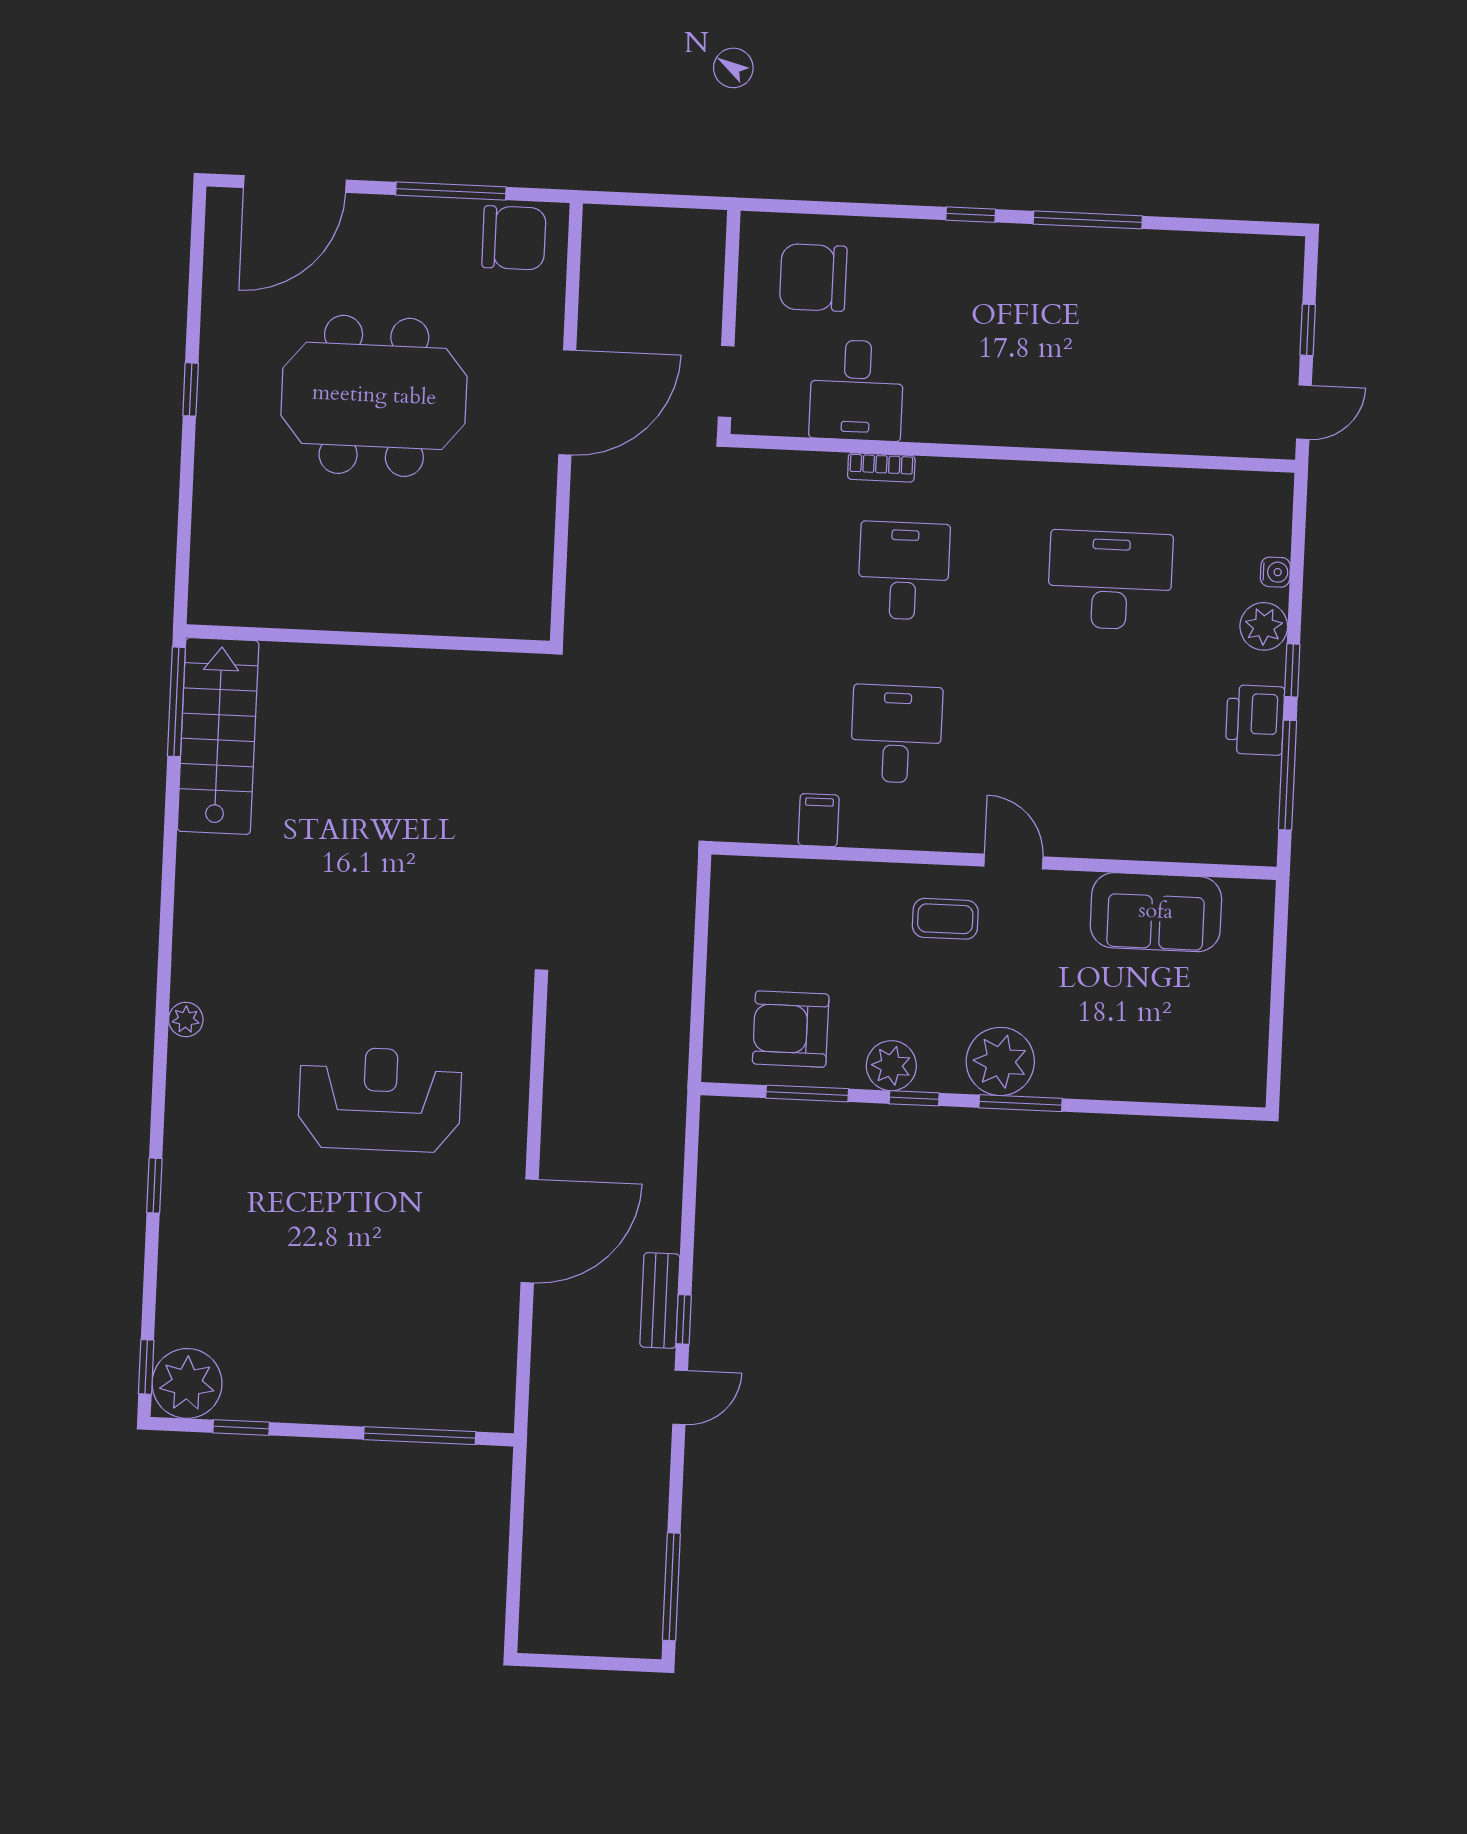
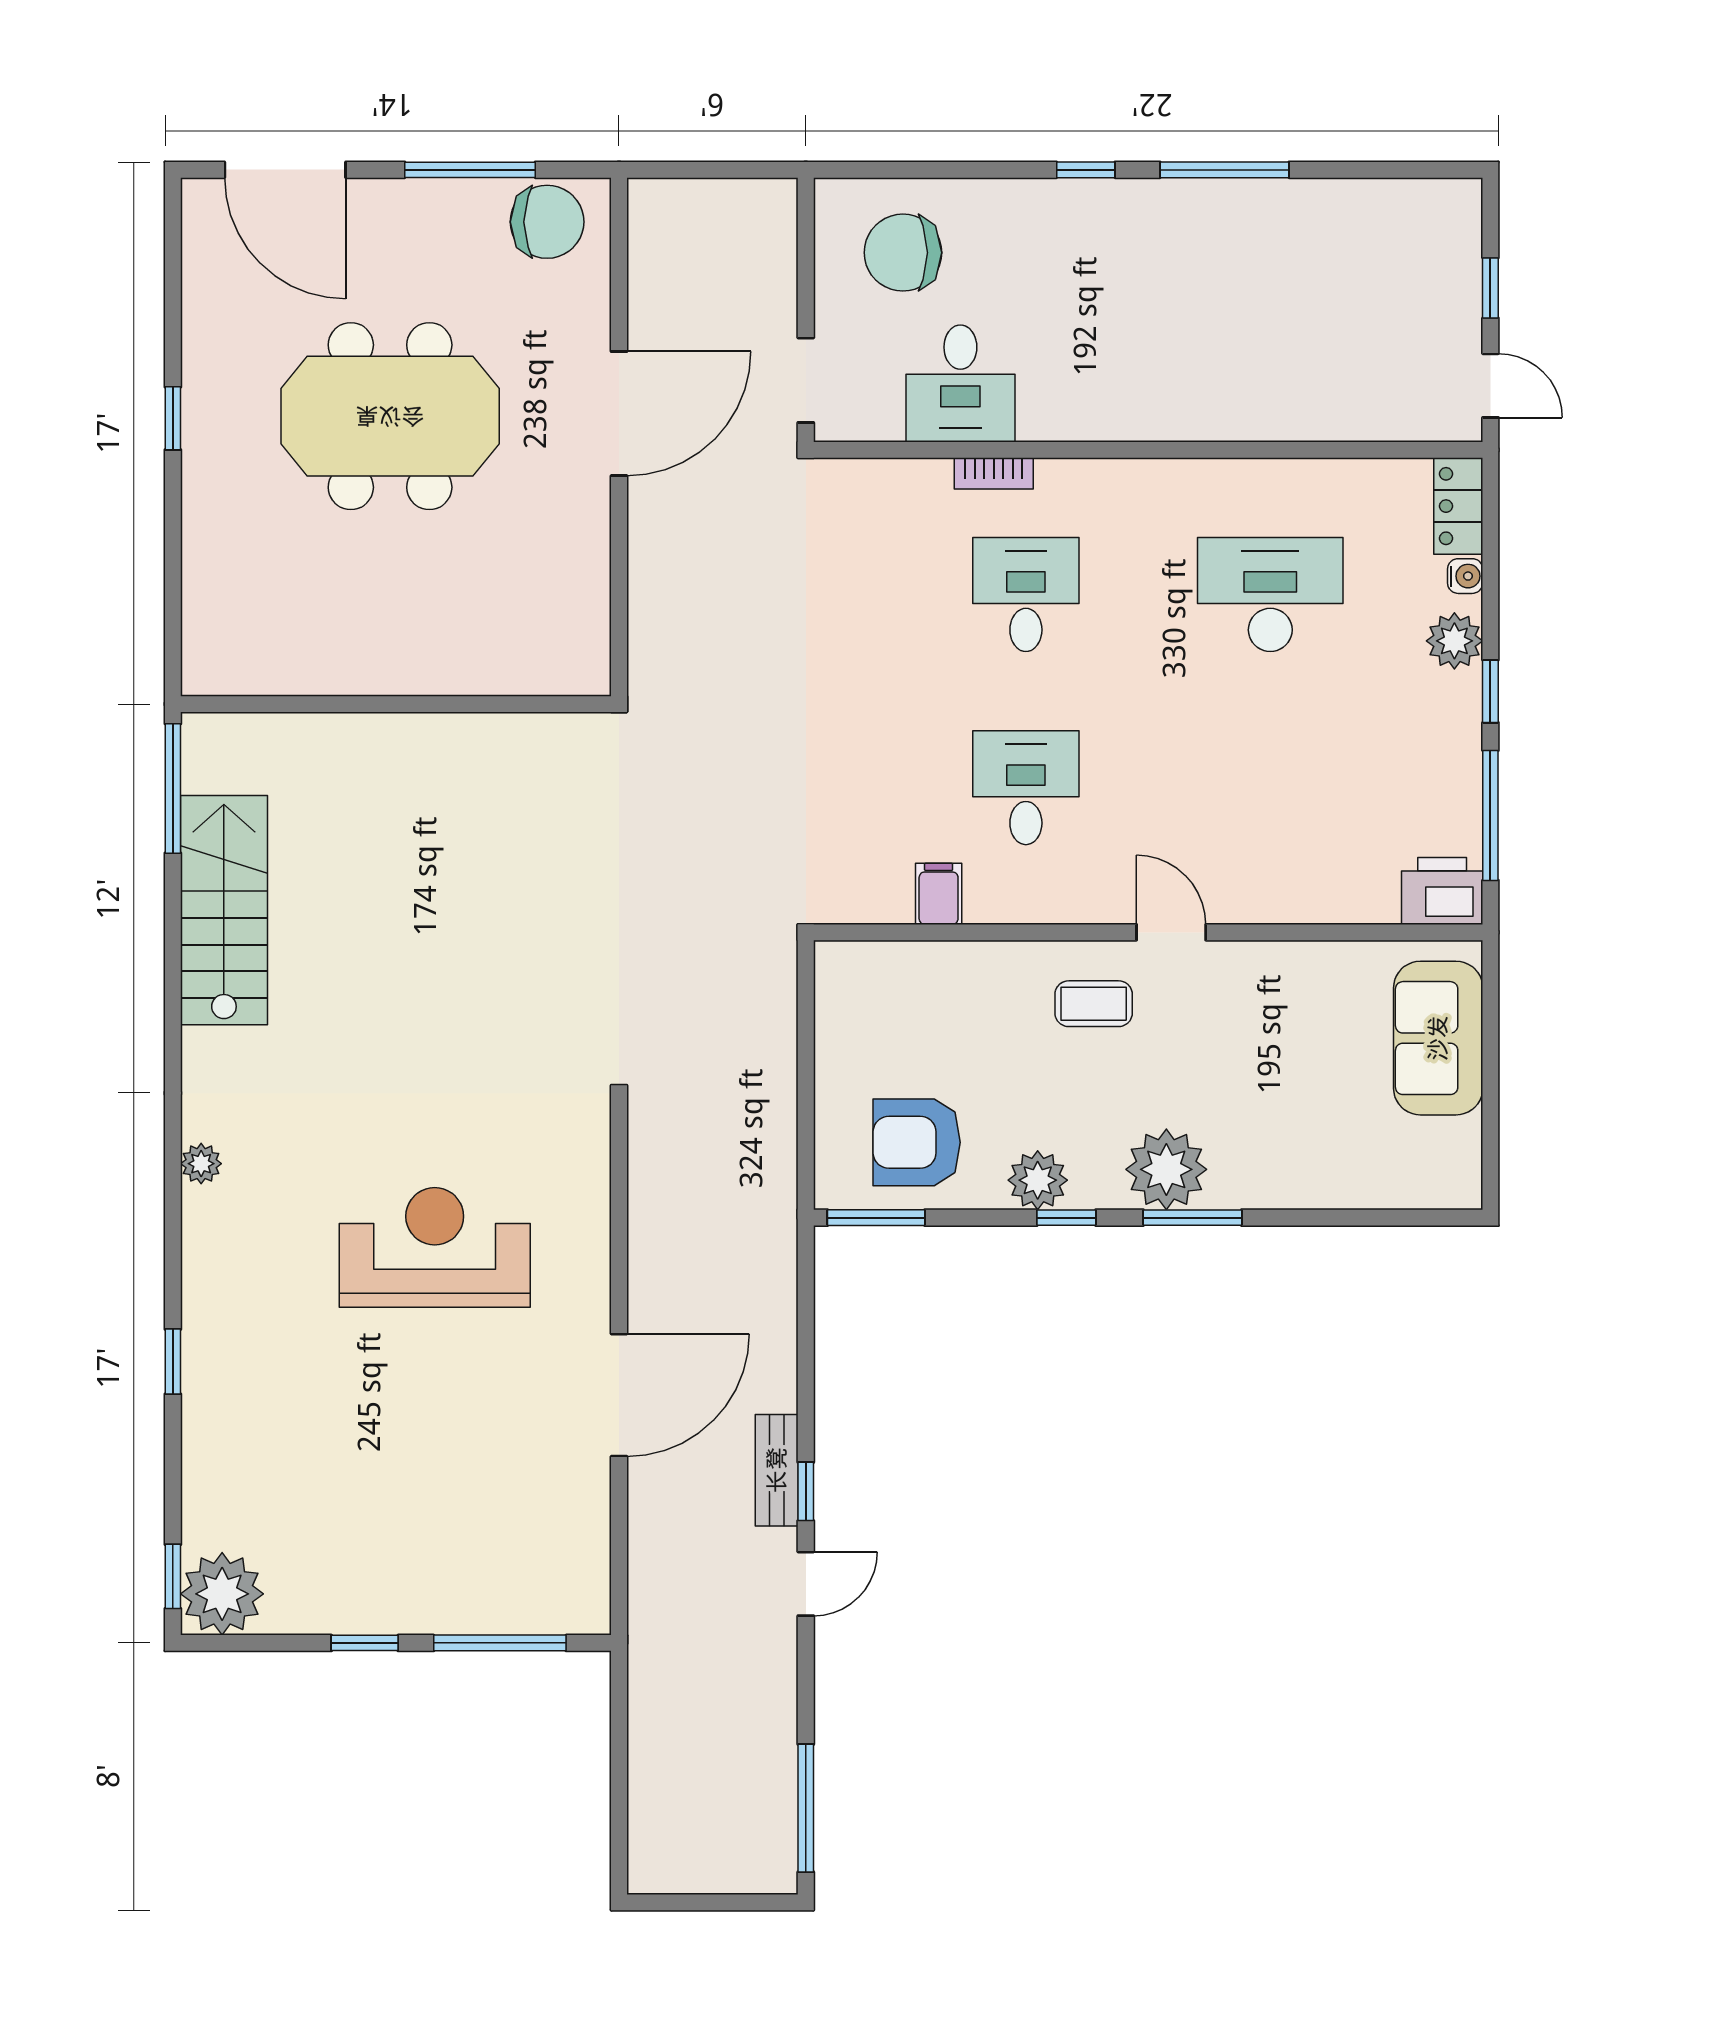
door: (295, 184) -> (285, 170), hinge flipped
door: (1304, 412) -> (1490, 386), hinge flipped
locker: (1272, 513) -> (1458, 506), added
printer: (1255, 720) -> (1442, 891), moved, turned 90
stairs: (218, 736) -> (224, 910), moved
sofa: (1156, 912) -> (1438, 1038), moved, turned 90
window: (807, 1093) -> (876, 1218), moved
window: (241, 1428) -> (365, 1643), moved

